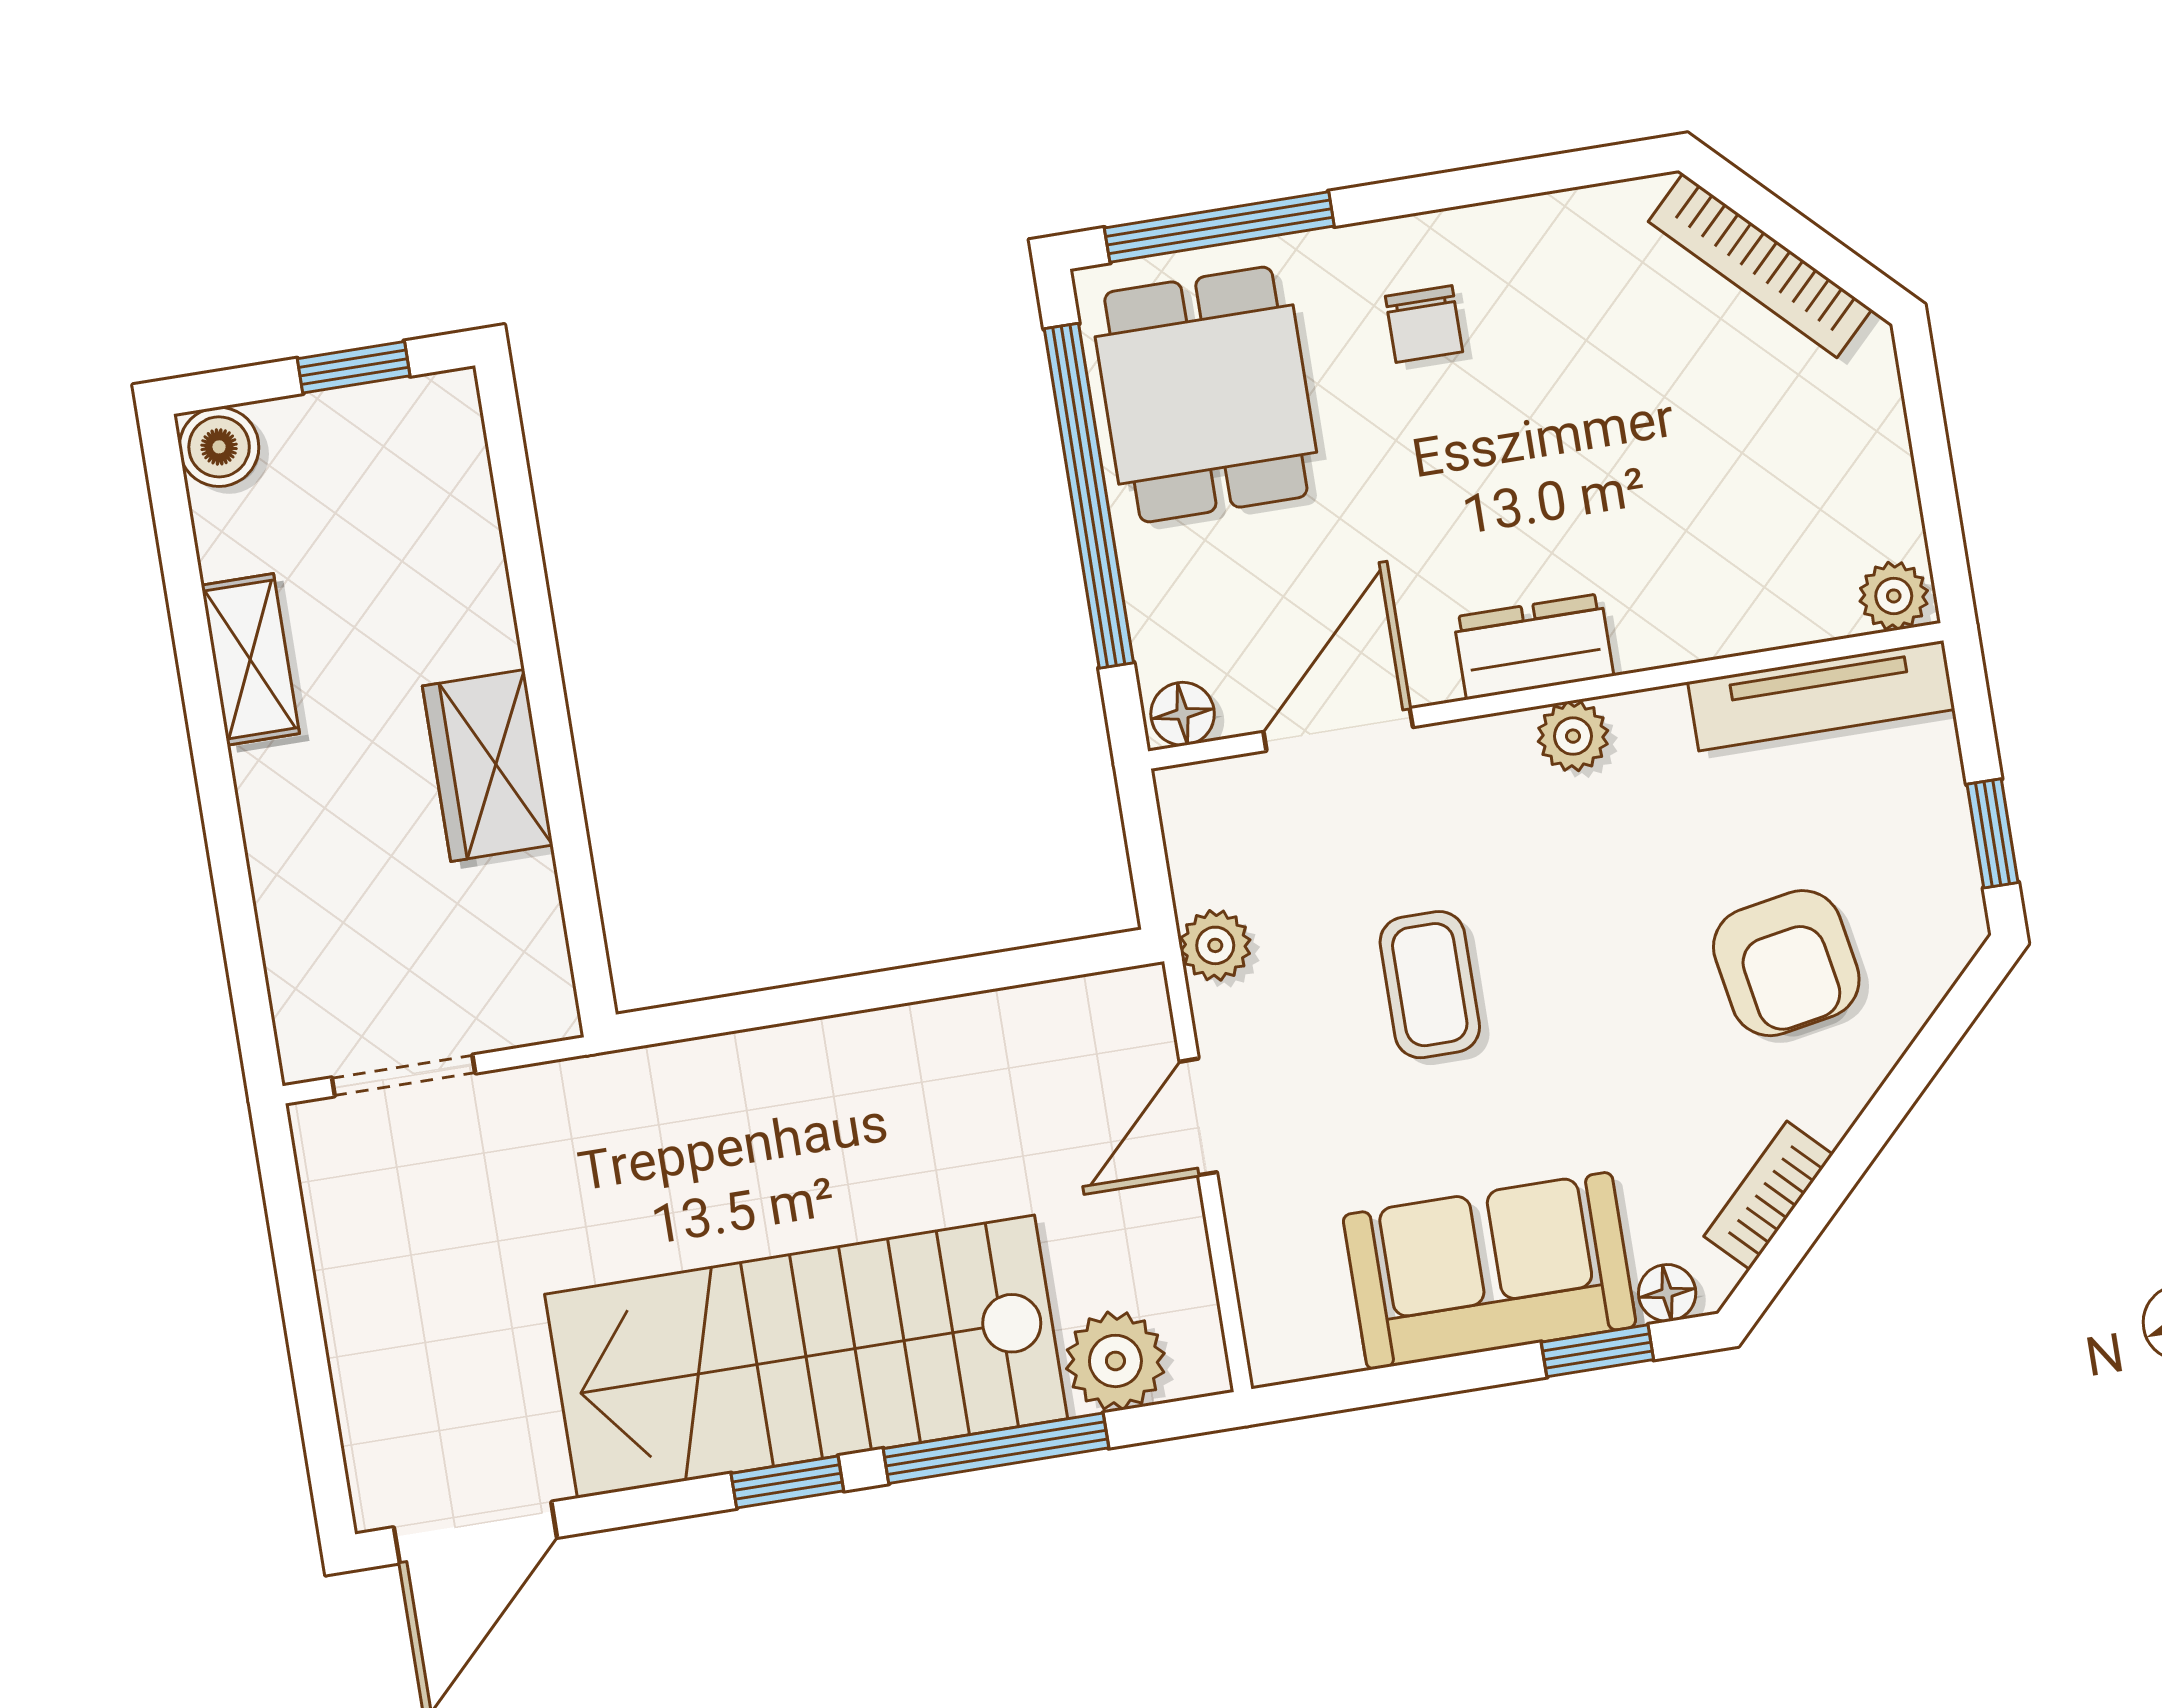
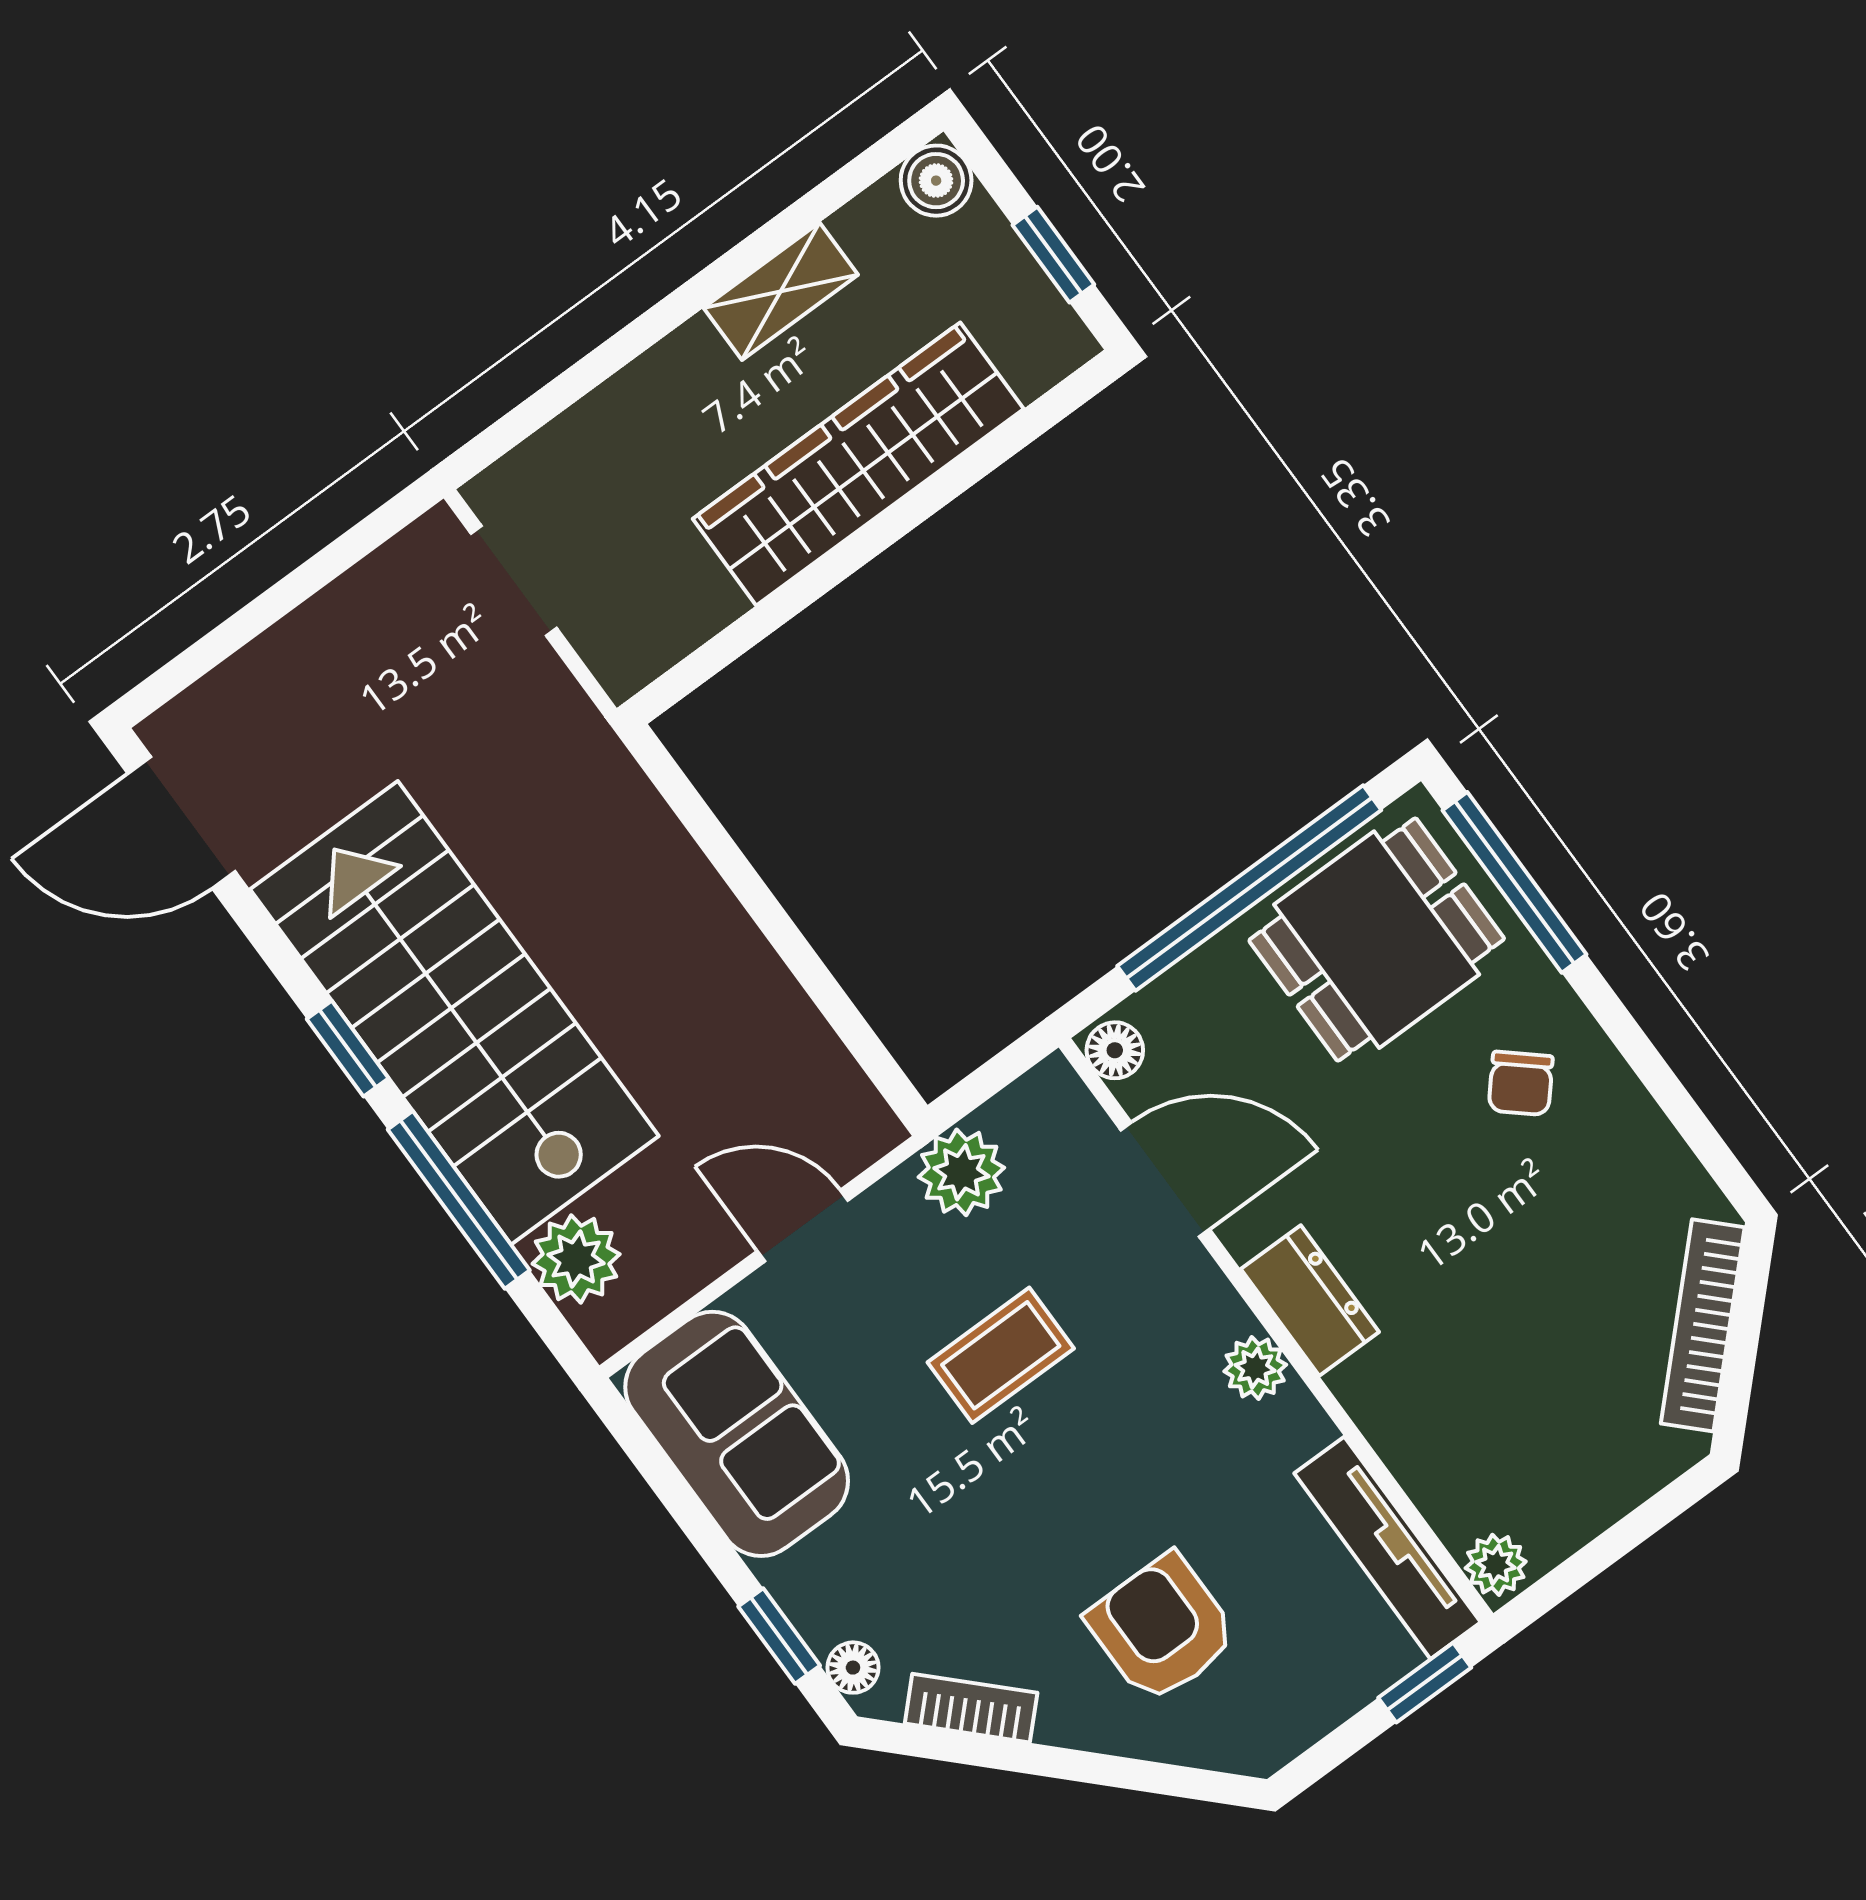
chair: (1424, 324) -> (1521, 1083), turned -49
wardrobe: (488, 766) -> (858, 464), width x2.10, depth x1.17
window: (1993, 833) -> (1425, 1683), moved
plant: (1215, 945) -> (961, 1172), width x1.38, depth x1.38
armchair: (1786, 963) -> (1162, 1628), turned 100
sofa: (1489, 1271) -> (737, 1434), moved

